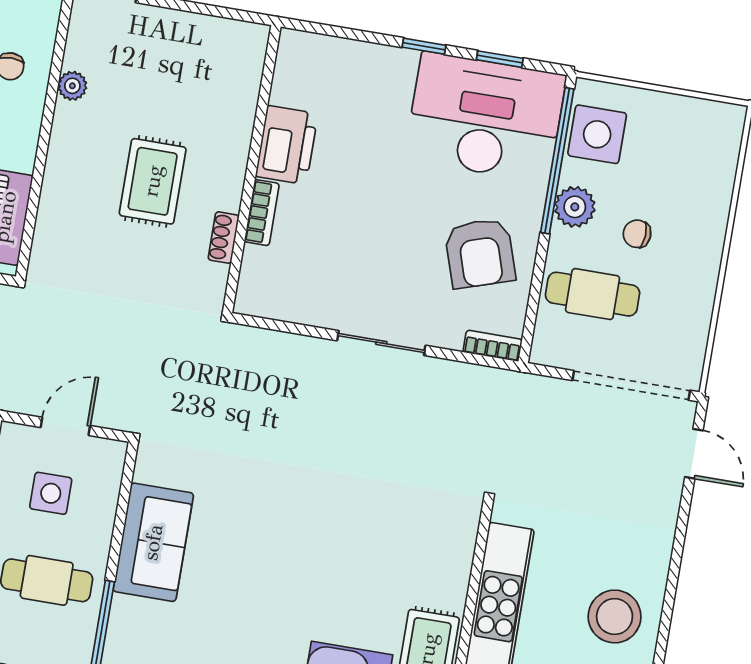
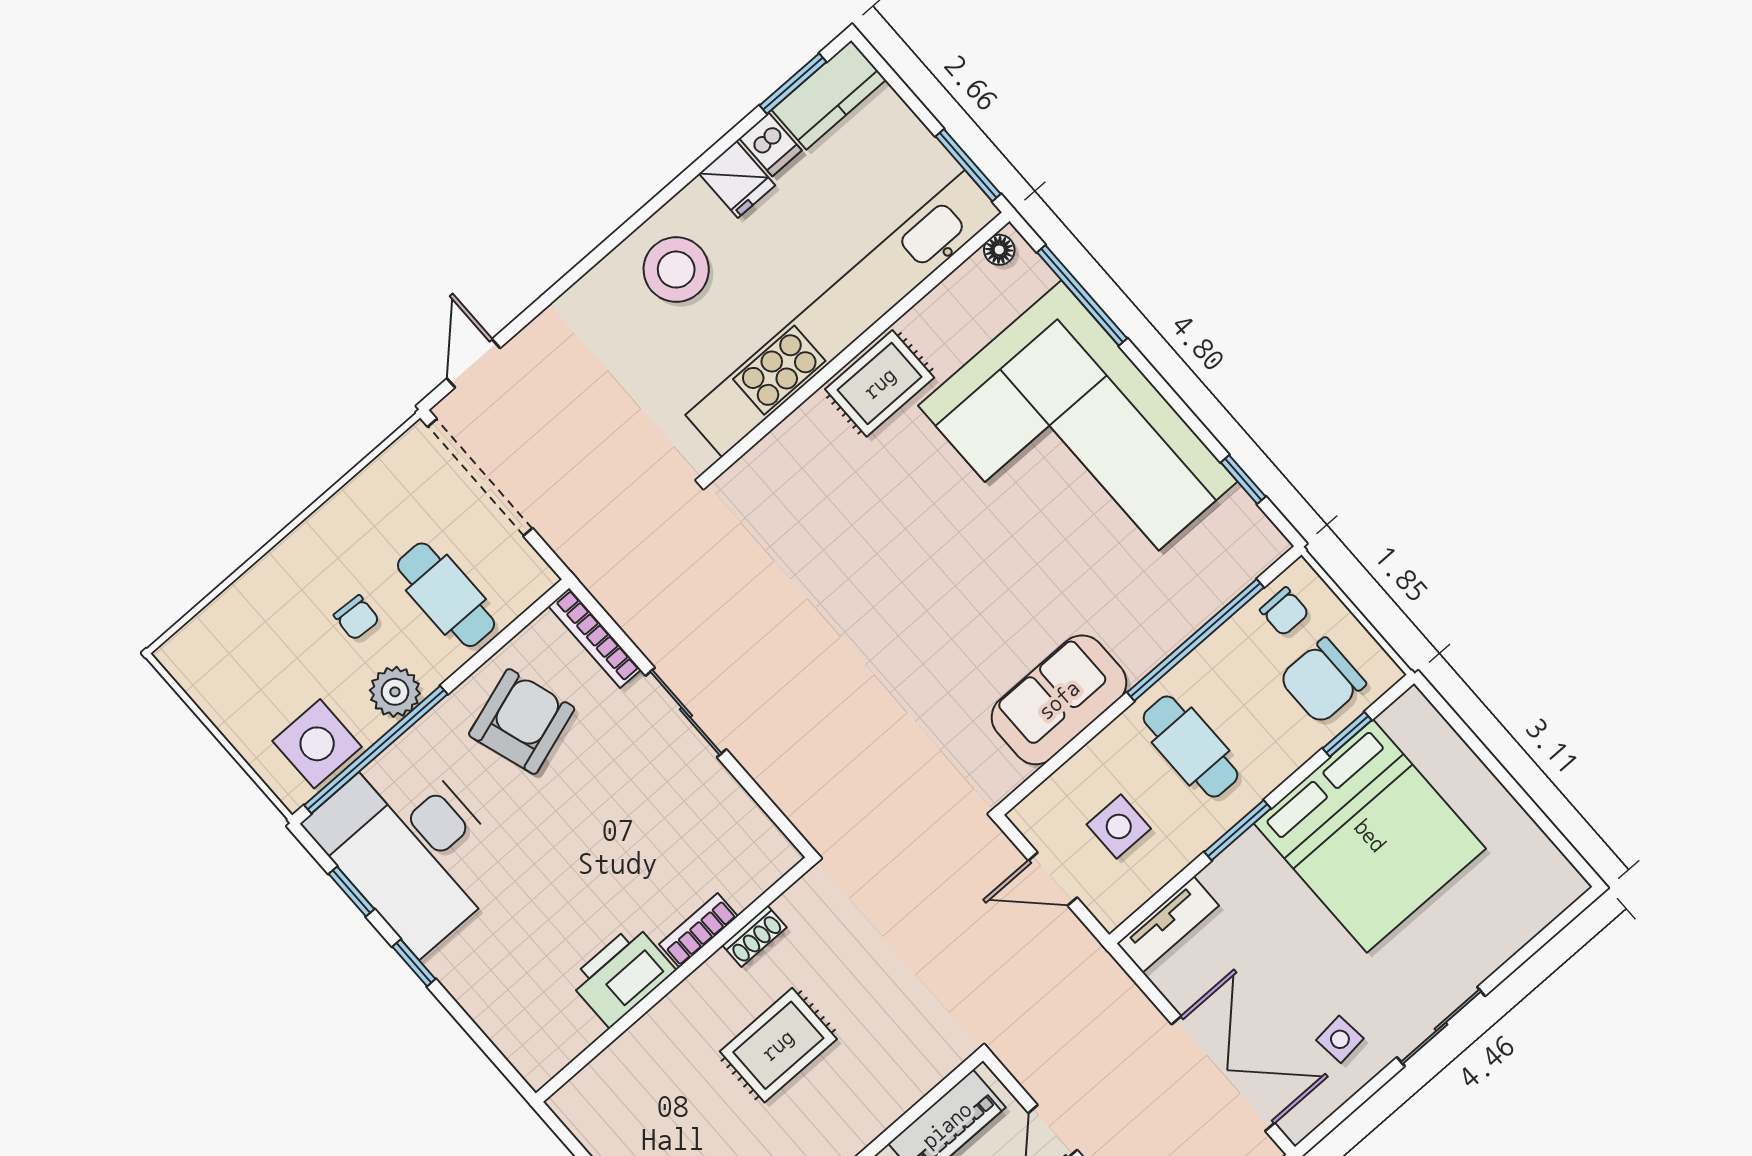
bookcase: (493, 346) -> (595, 638), width x1.56

